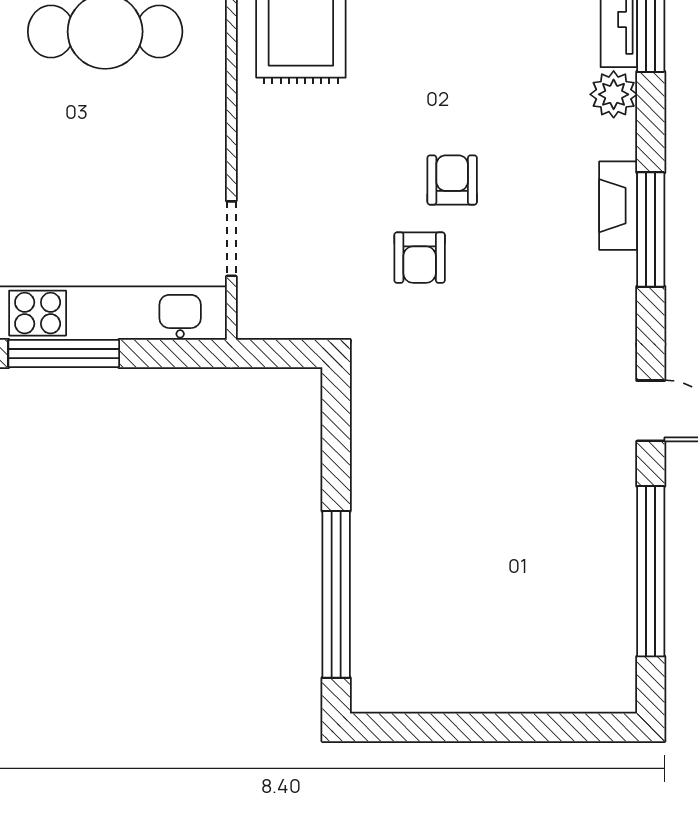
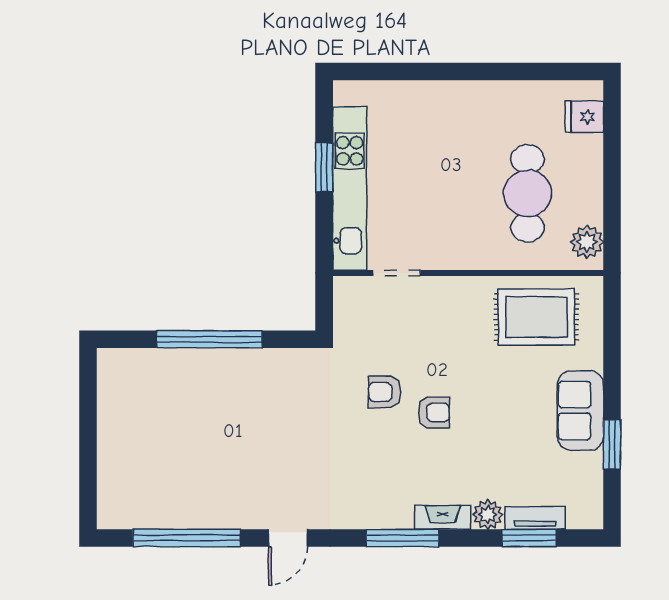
fireplace: (618, 206) -> (443, 517), moved
window: (64, 353) -> (324, 167), width x0.69
window: (336, 594) -> (209, 339), moved

